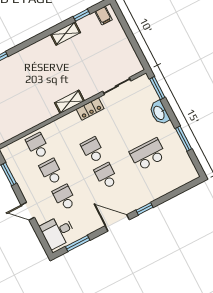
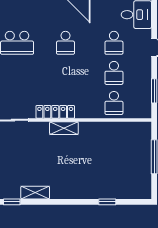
locker: (90, 109) -> (55, 112), width x1.53
school desk: (93, 150) -> (65, 73), removed

